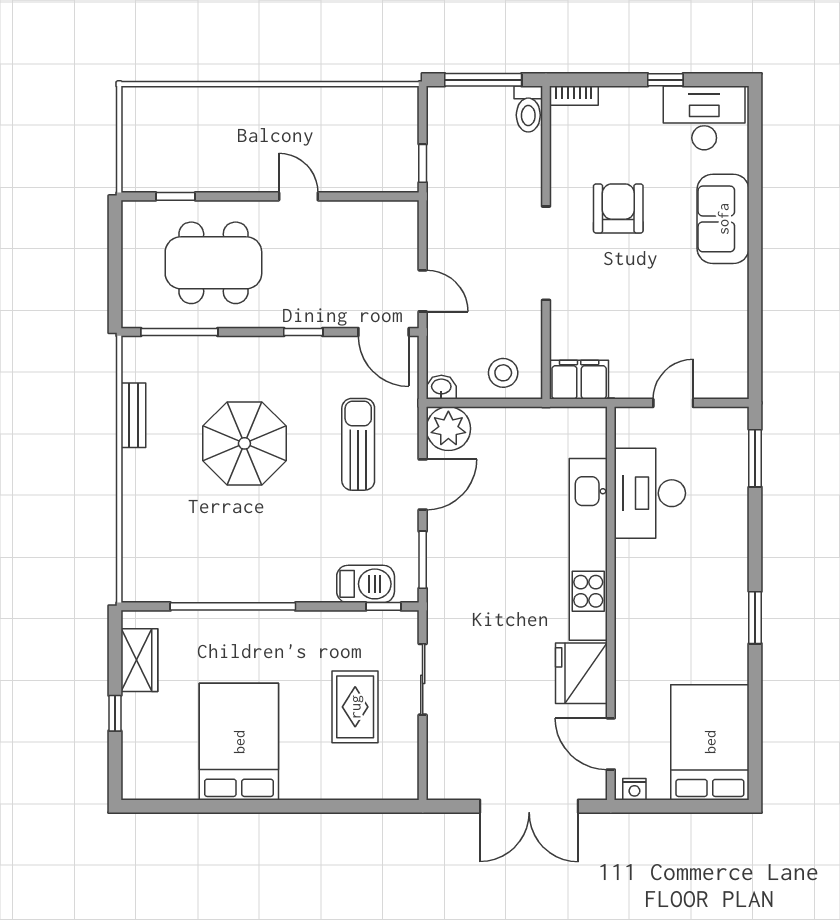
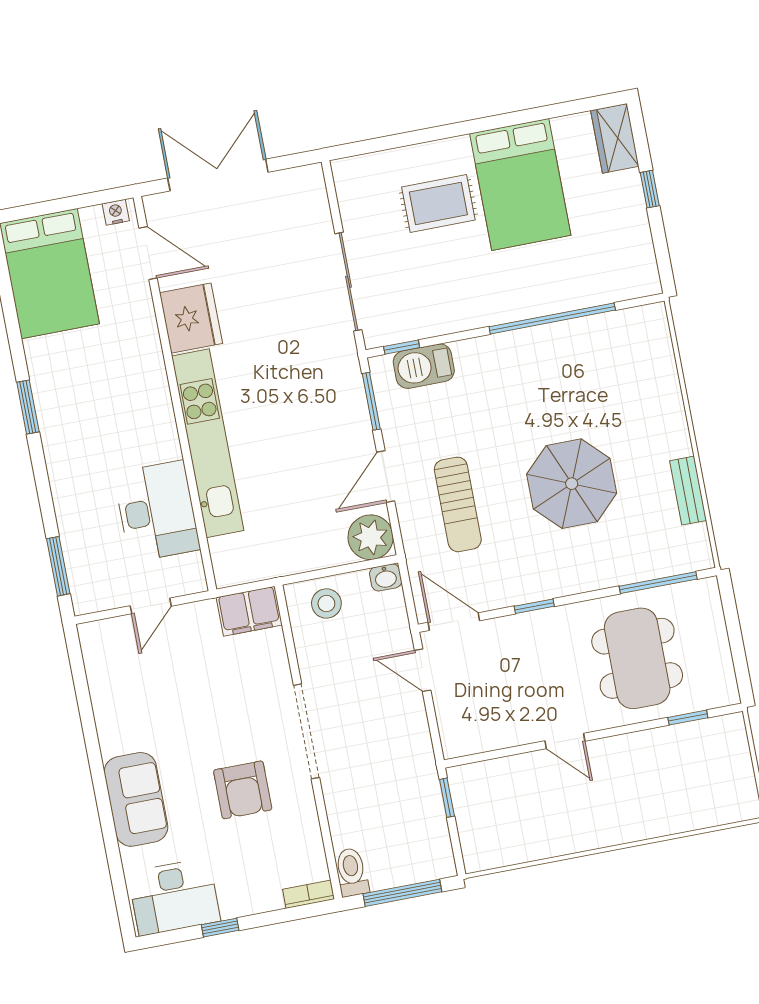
dining table: (213, 263) -> (637, 658), turned 90
wardrobe: (139, 660) -> (615, 138), moved
sliding door: (423, 679) -> (348, 282), width x1.37
rug: (355, 707) -> (438, 203), moved, turned 90

